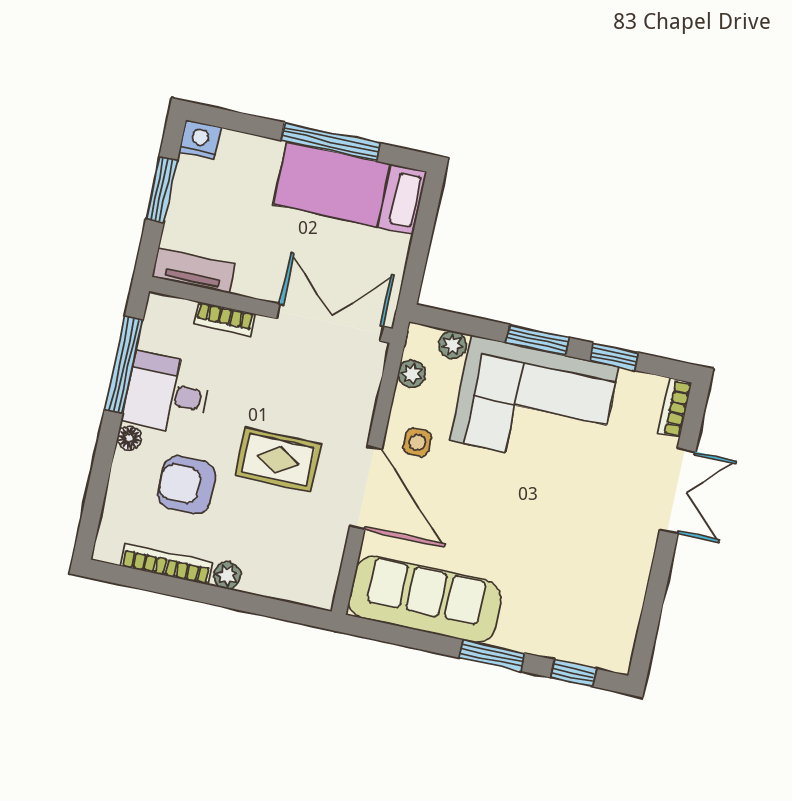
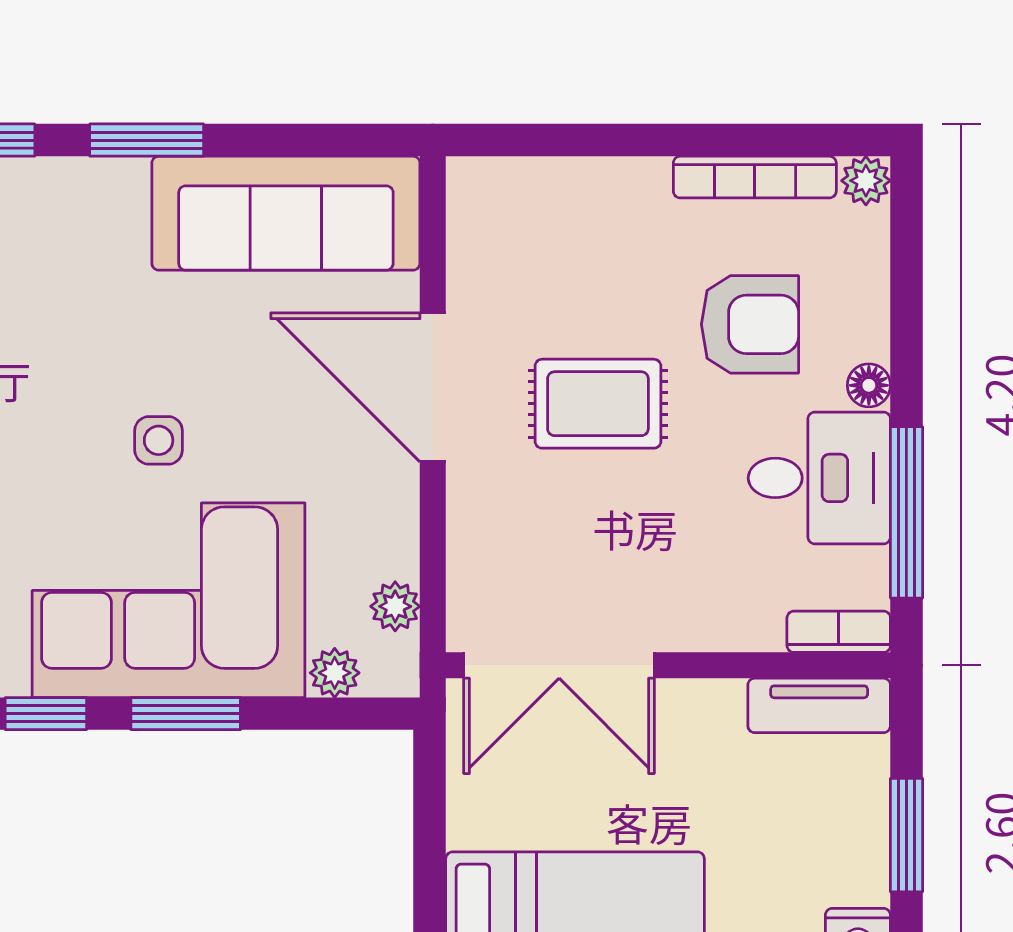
bookcase: (225, 319) -> (839, 632), moved
side table: (417, 442) -> (159, 440), moved
plant: (227, 575) -> (866, 181), moved

